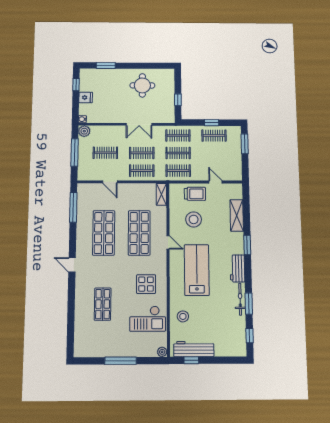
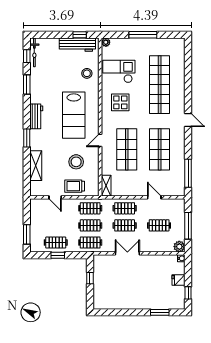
round table: (142, 85) -> (124, 292), removed
door: (168, 242) -> (100, 140), hinge flipped
bicycle: (240, 299) -> (34, 52), moved
shop shelf: (103, 304) -> (160, 85), width x2.00, depth x1.36

